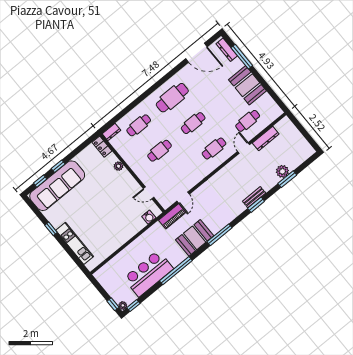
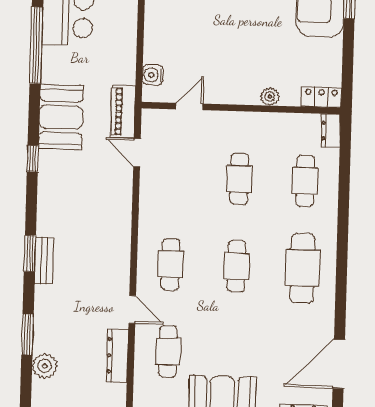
plant: (282, 171) -> (45, 366), moved
window: (219, 235) -> (33, 159), width x0.46

